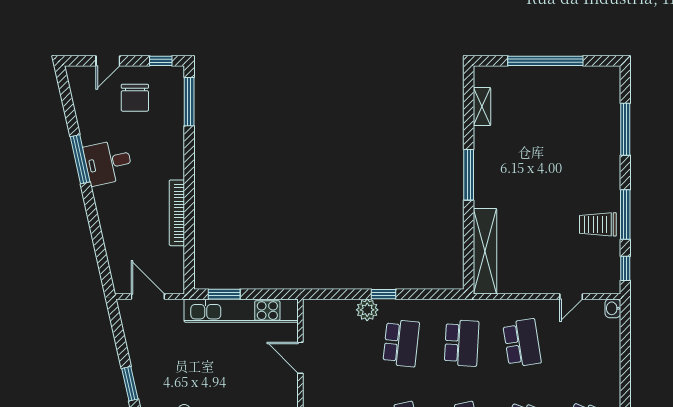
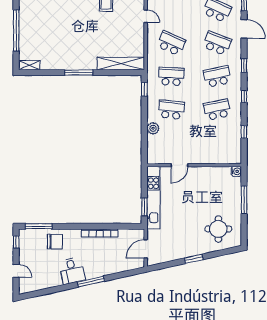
chair: (135, 98) -> (55, 242), moved
shelving: (482, 107) -> (29, 65), moved
window: (80, 159) -> (91, 282), moved
window: (384, 294) -> (144, 89), moved
school desk: (522, 343) -> (171, 43), turned 33

